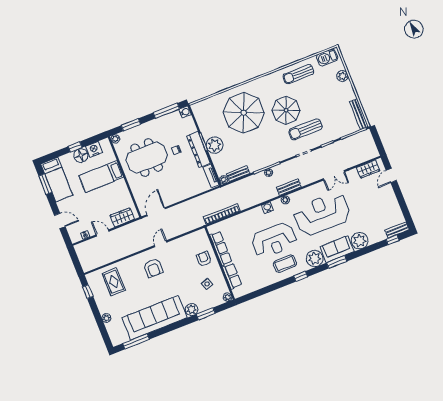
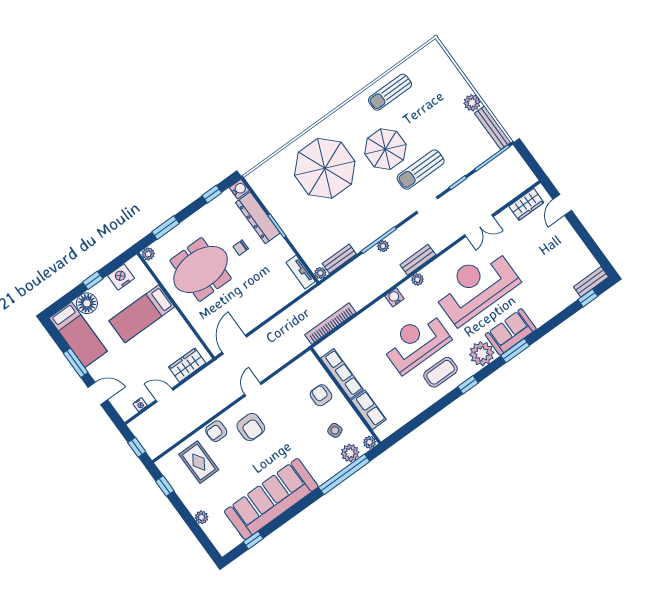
barbecue: (327, 57) -> (425, 57), removed
plant: (342, 76) -> (472, 103), moved
window: (166, 111) -> (212, 194), width x0.46
plant: (215, 145) -> (294, 226), removed
dresser: (199, 150) -> (258, 218), moved
floor lamp: (81, 155) -> (87, 303), moved
window: (45, 184) -> (76, 363), moved
reception desk: (274, 240) -> (416, 342), turned 180
plant: (360, 241) -> (540, 311), removed
window: (76, 262) -> (137, 447), added
armchair: (130, 265) -> (216, 431), added
plant: (192, 310) -> (350, 453), moved
window: (206, 314) -> (344, 474), width x2.11
window: (136, 341) -> (253, 540), width x0.46

